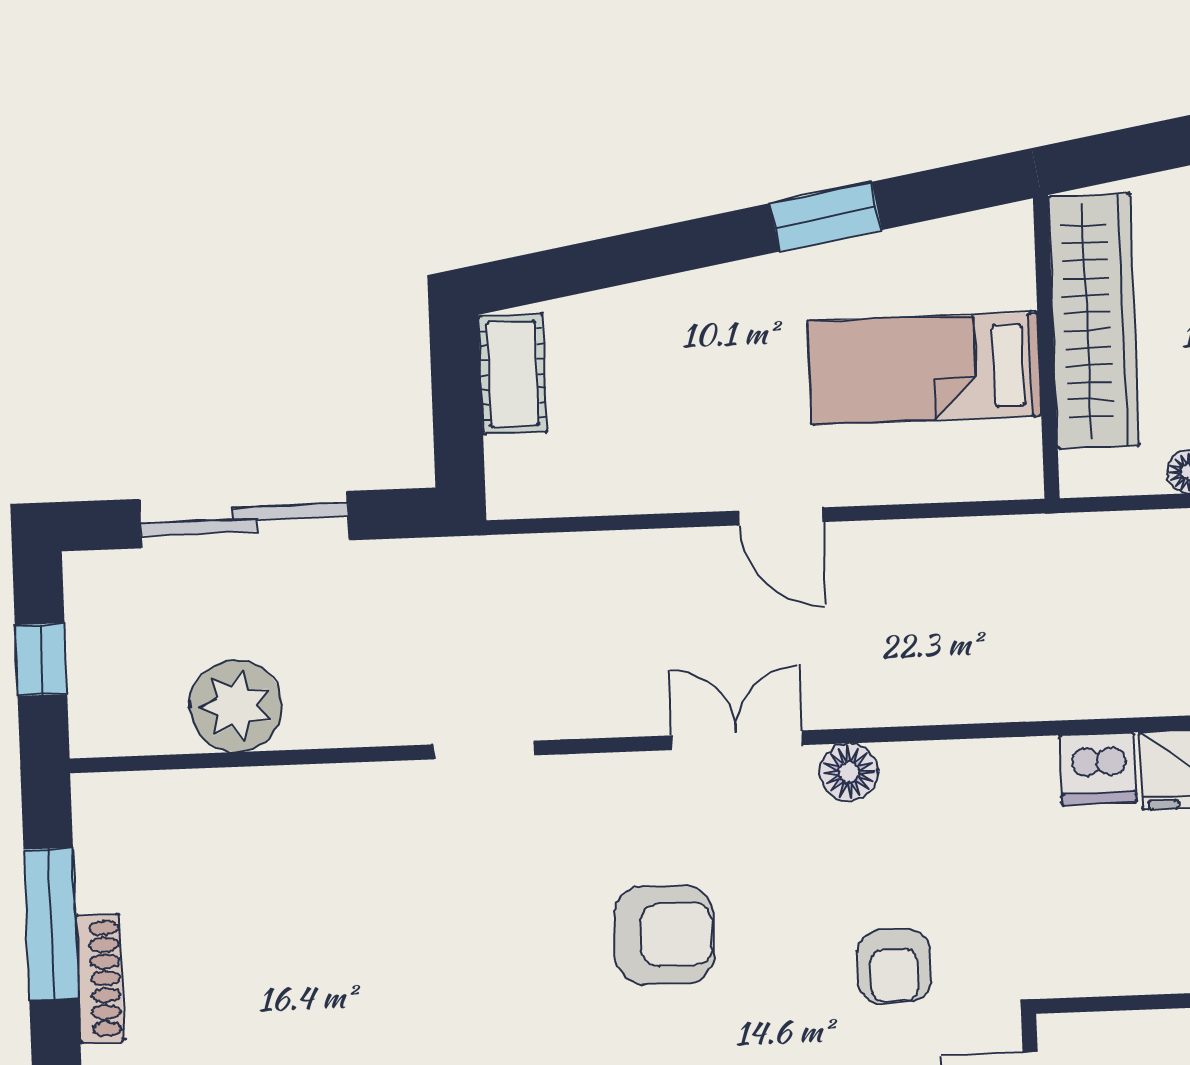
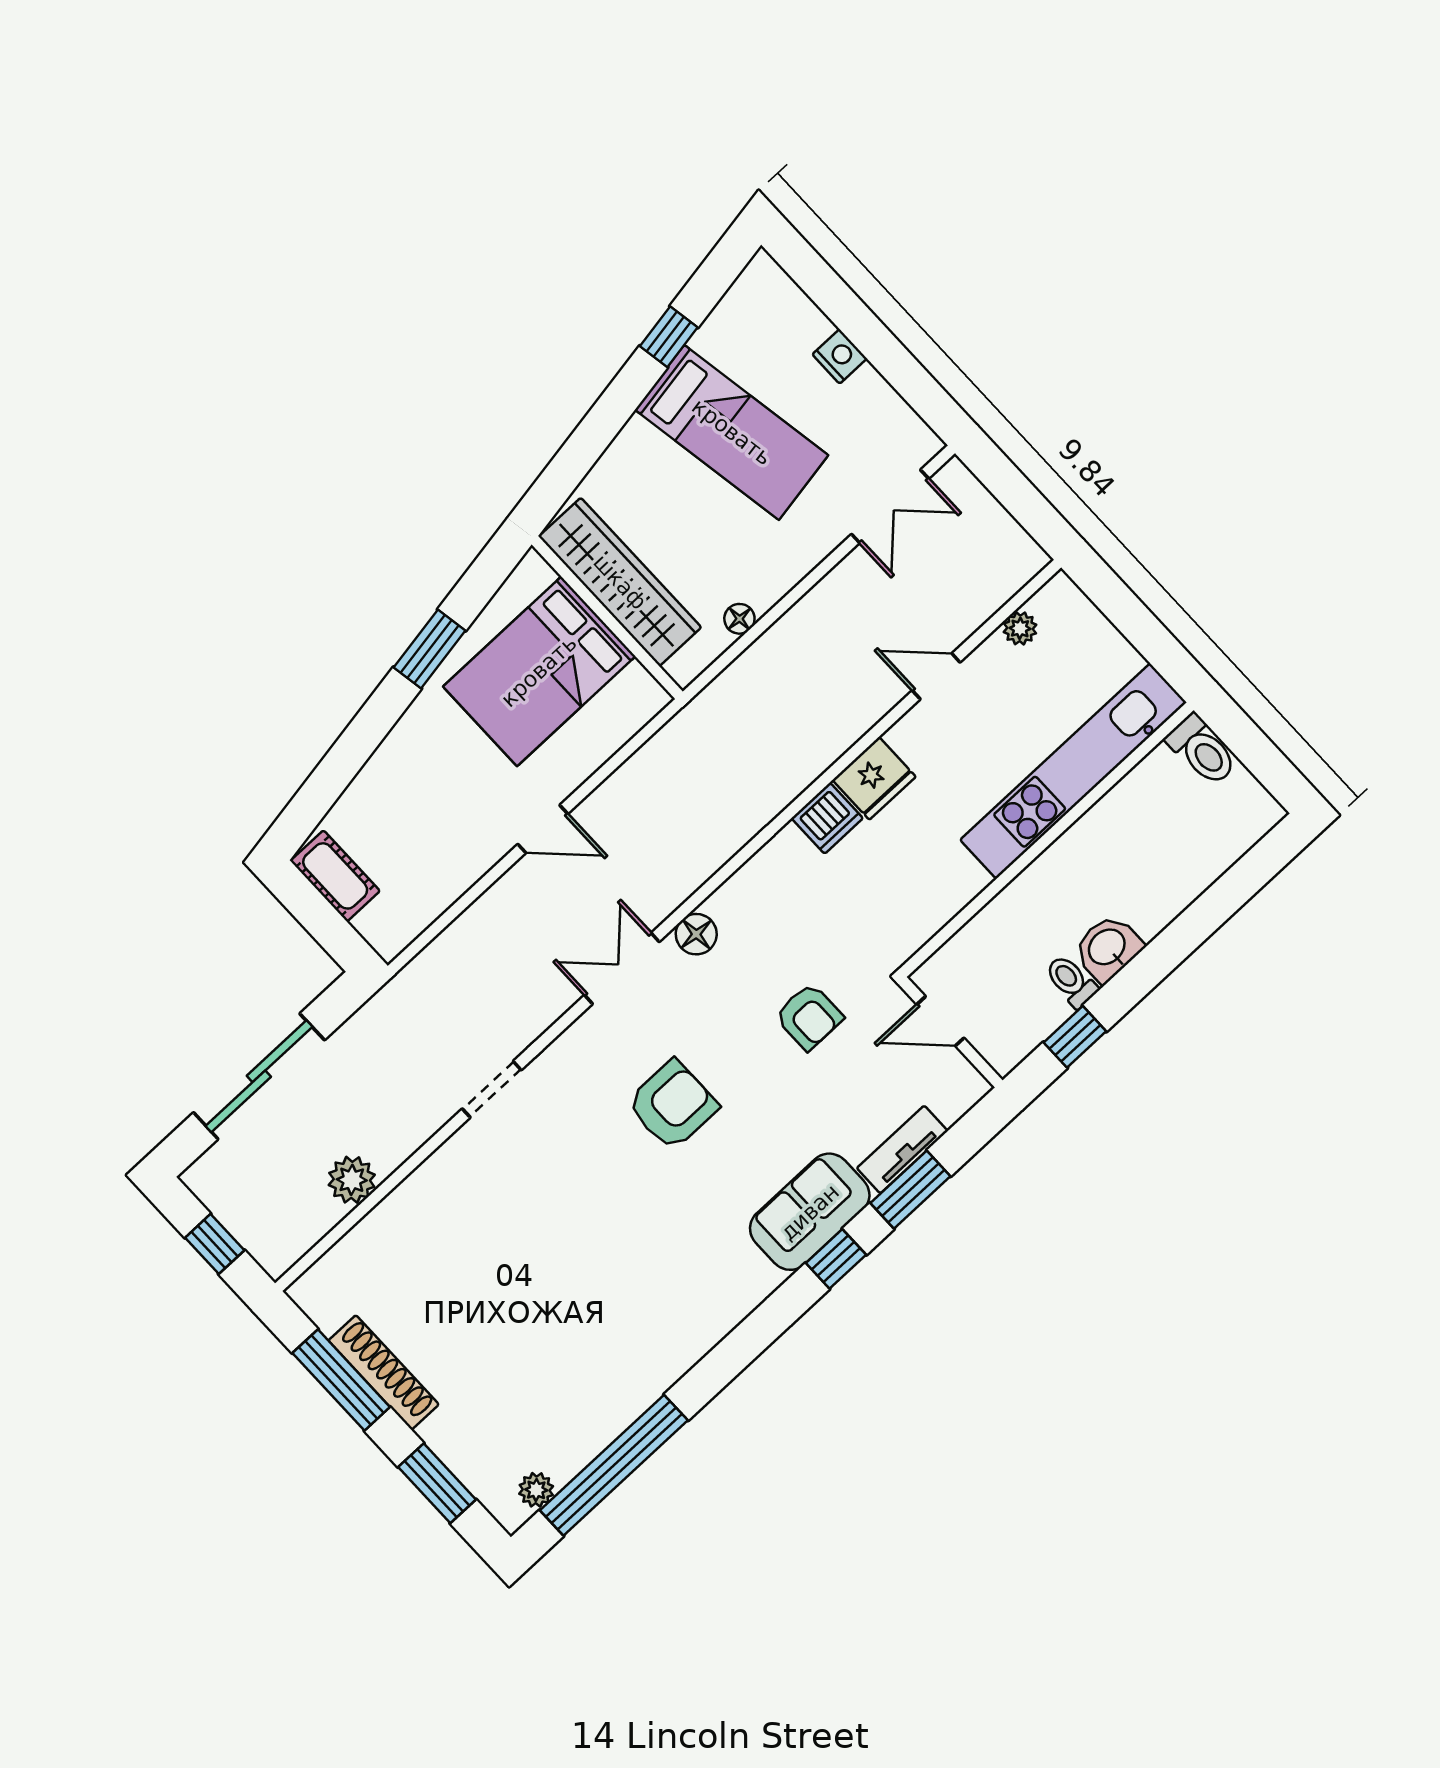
bed: (924, 369) -> (539, 671), width x1.50
plant: (236, 706) -> (352, 1180), width x0.73, depth x0.73
shoe rack: (100, 979) -> (384, 1372), width x1.36, depth x1.24

